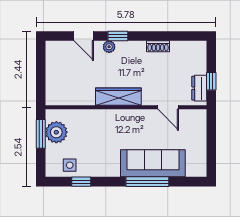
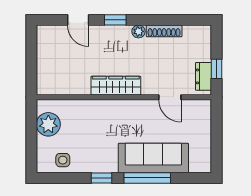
shoe rack: (158, 46) -> (164, 31), width x1.43
plant: (109, 47) -> (138, 31), moved
window: (41, 134) -> (31, 126), removed
window: (81, 182) -> (101, 178), moved

